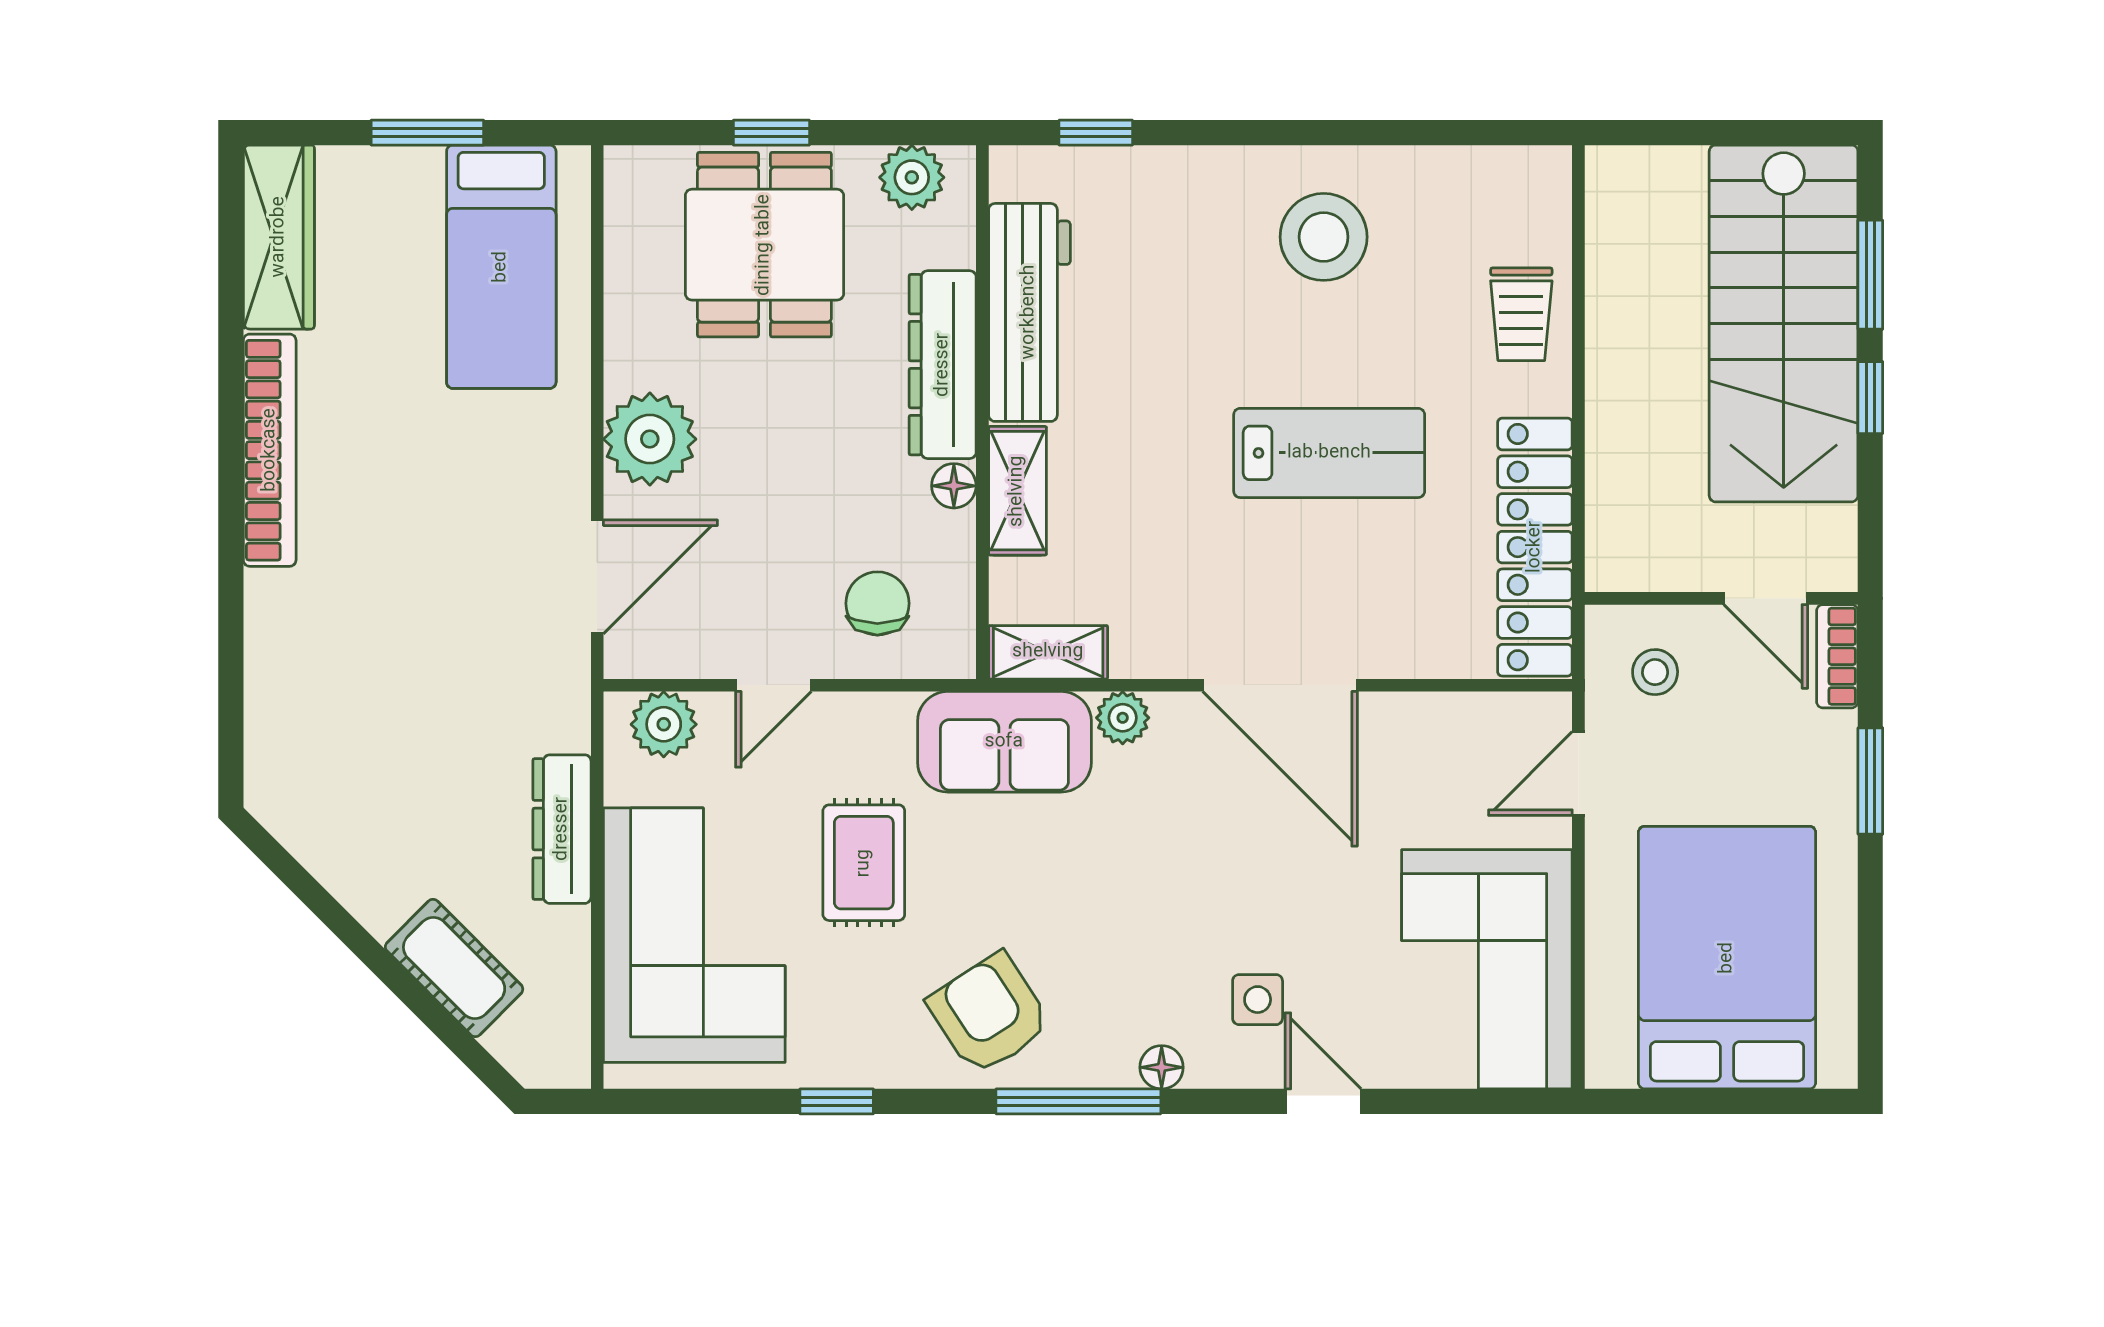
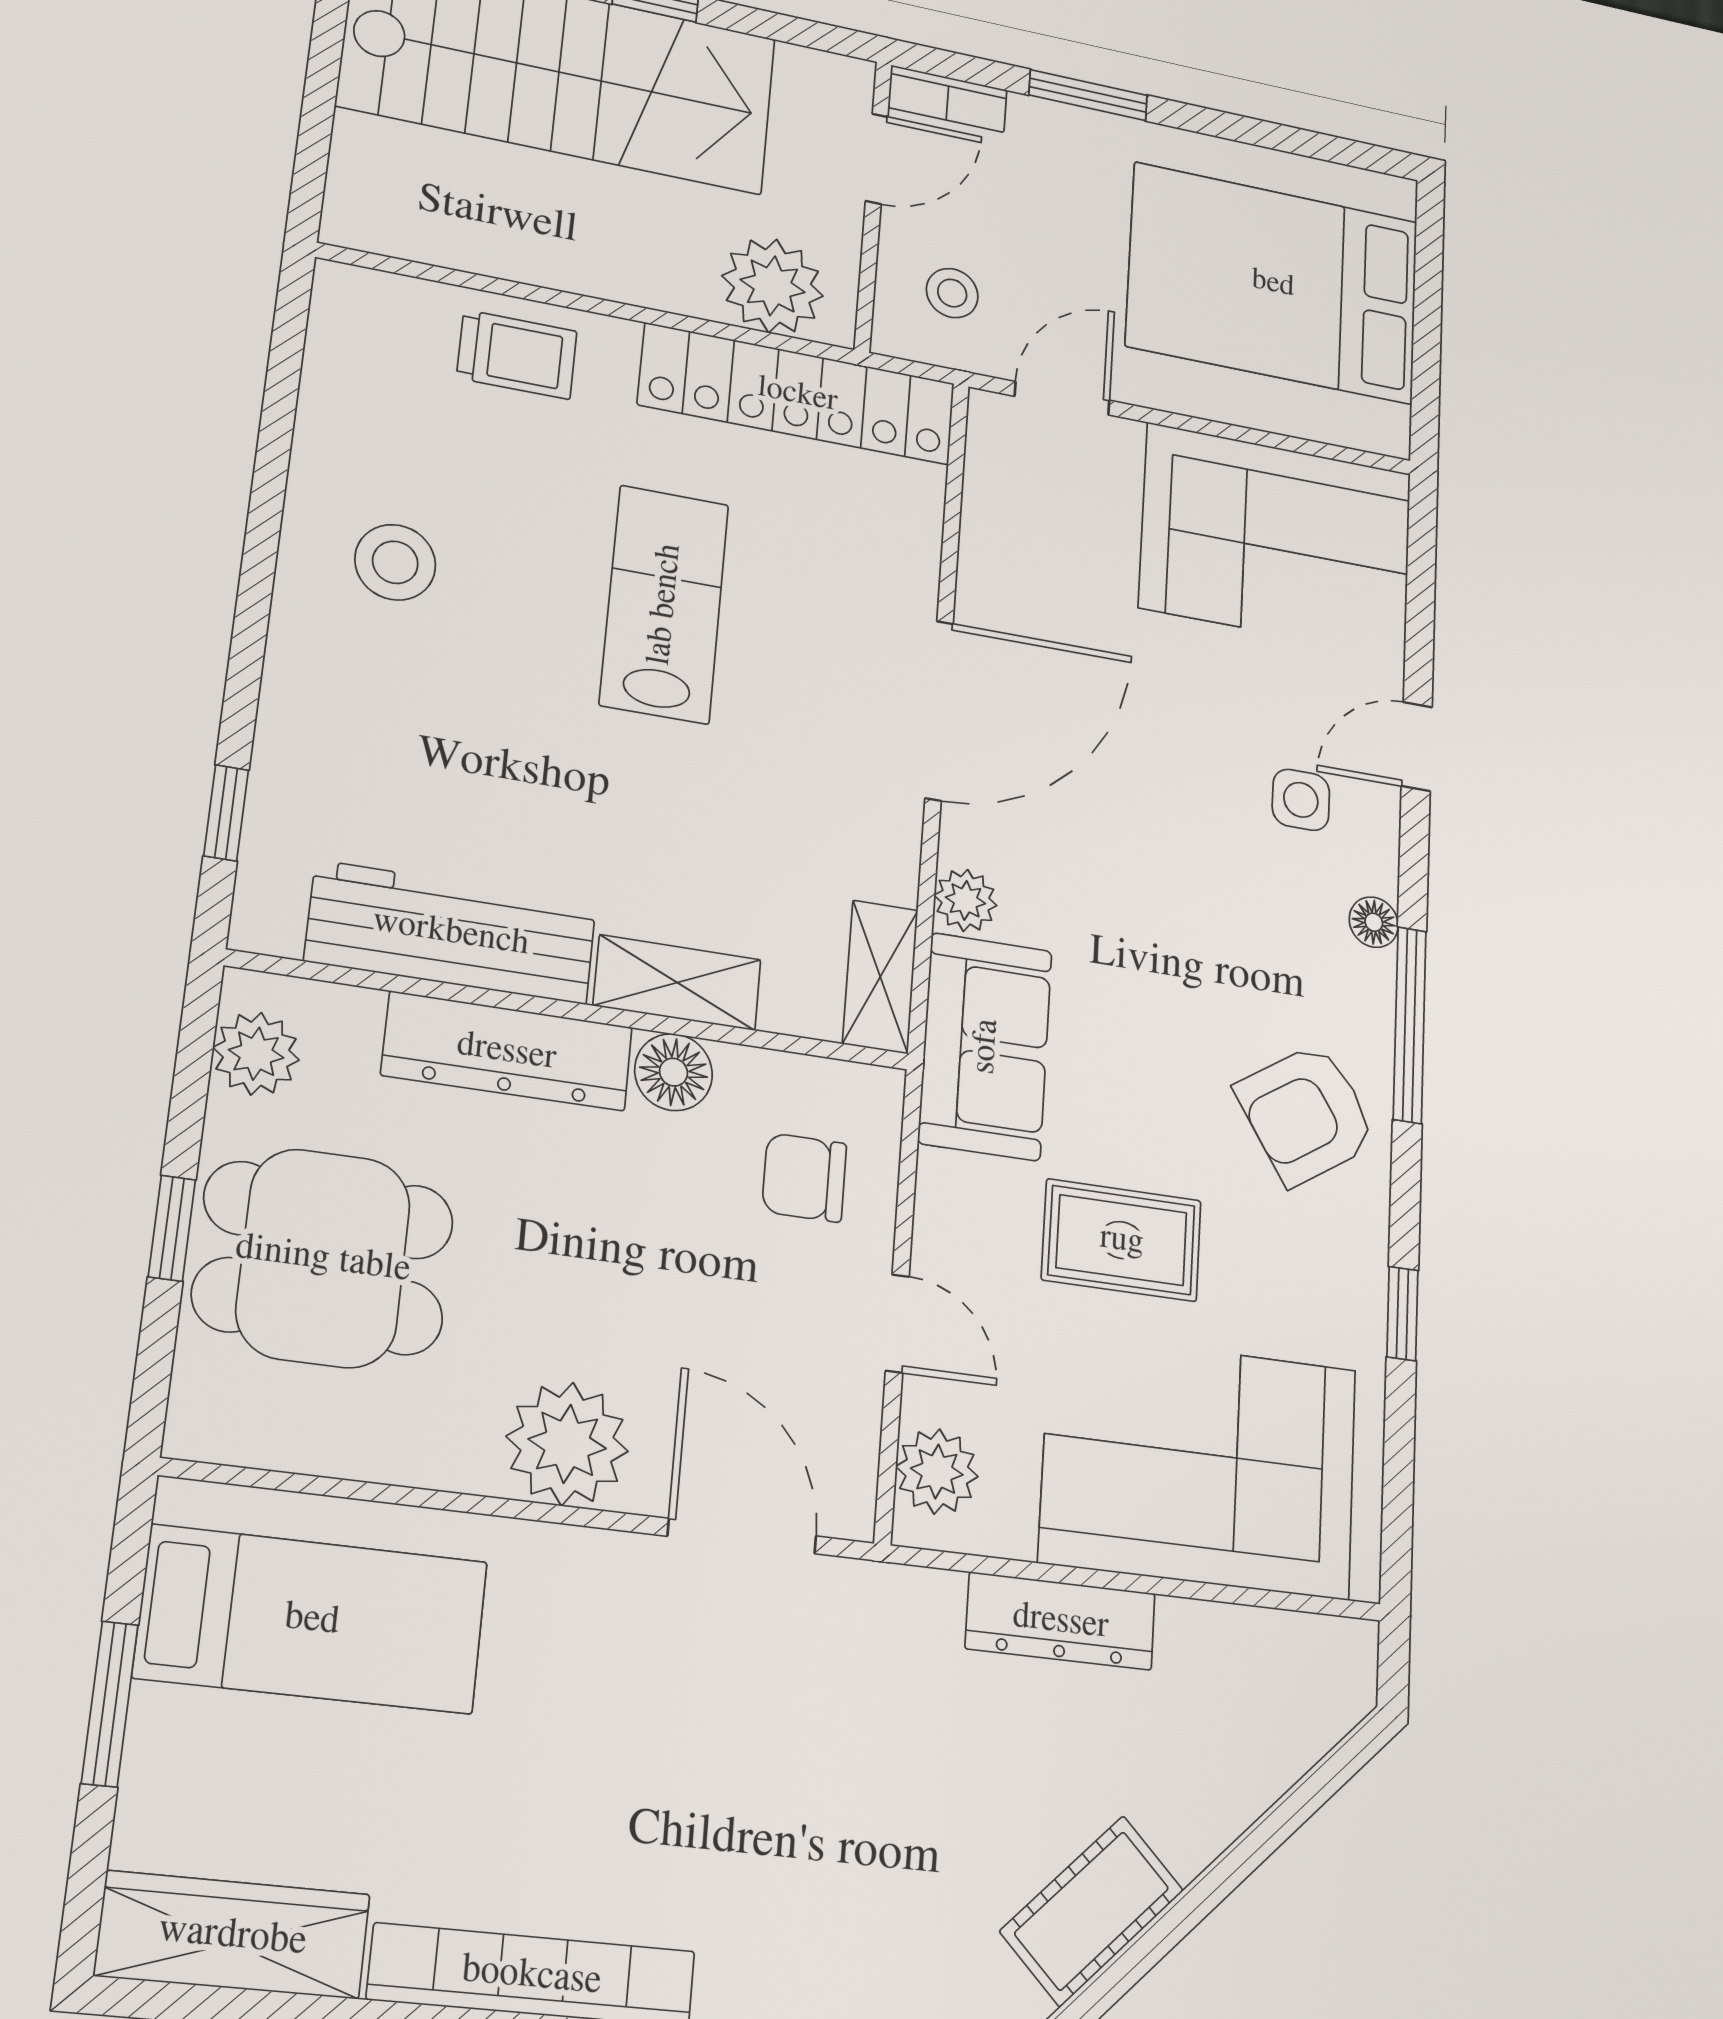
stool: (1324, 237) -> (395, 562), width x0.73, depth x0.73
floor lamp: (954, 486) -> (674, 1072), width x1.37, depth x1.37
plant: (1628, 518) -> (773, 286), added
door: (1578, 774) -> (1062, 398), swing flipped
cot: (454, 968) -> (1092, 1911), moved

